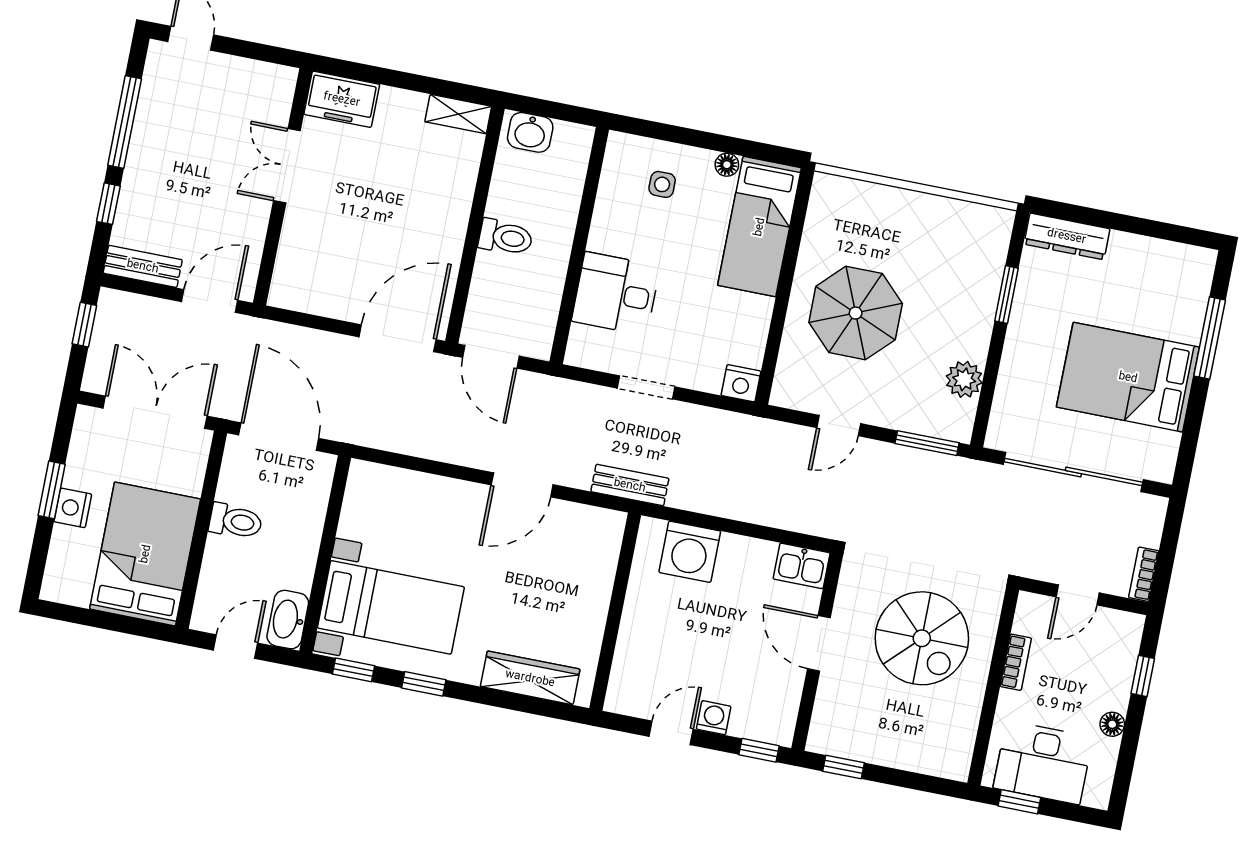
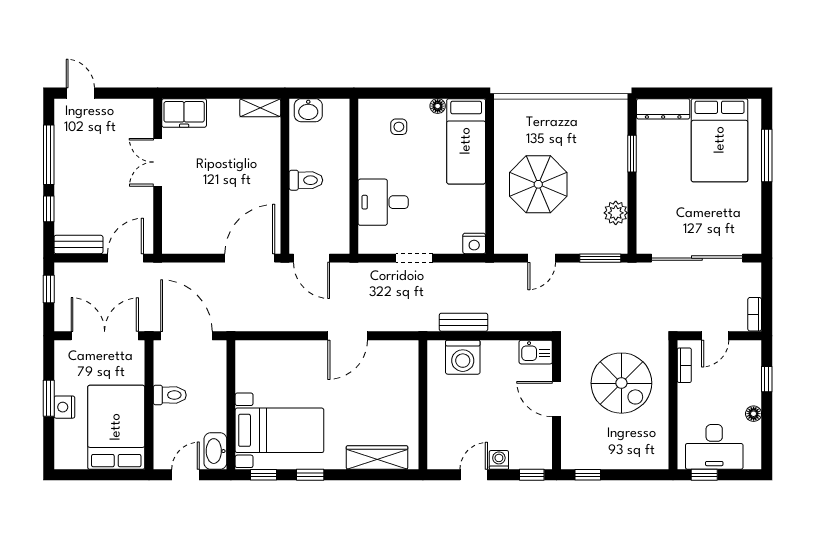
bed: (1128, 377) -> (720, 140), moved, turned -90
bench: (630, 485) -> (464, 322), moved
bookcase: (1016, 662) -> (684, 365), moved

